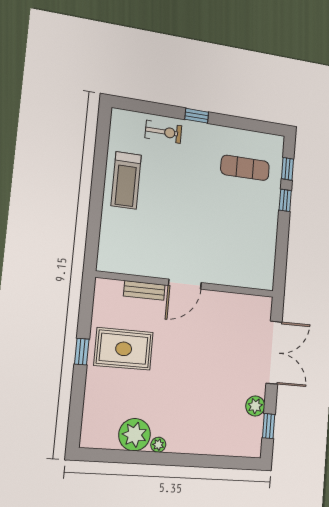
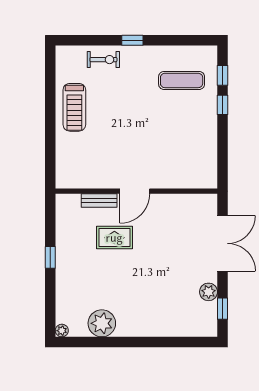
rug: (124, 349) -> (114, 238), moved, width x0.73, depth x0.70
plant: (158, 445) -> (62, 331), moved

